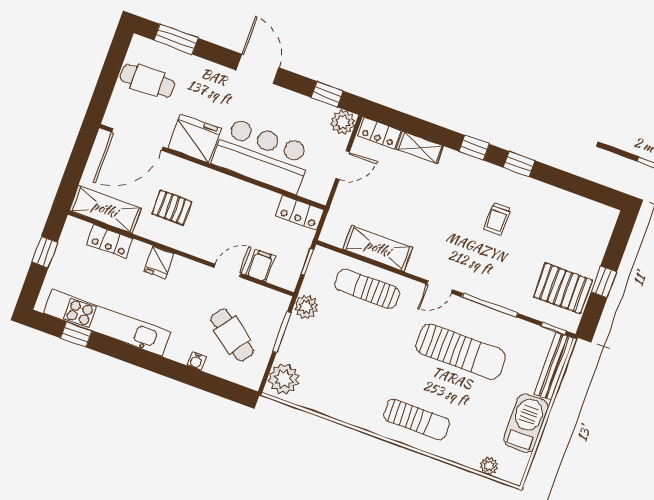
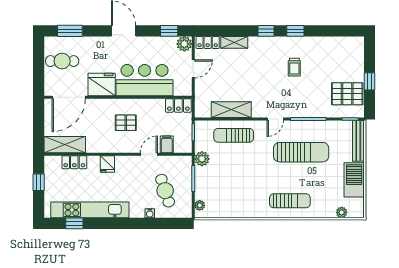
pallet: (172, 208) -> (126, 123), moved
cafe table: (232, 335) -> (165, 191), turned 36
plant: (284, 379) -> (200, 205), width x0.53, depth x0.53

